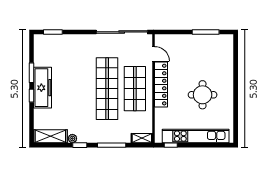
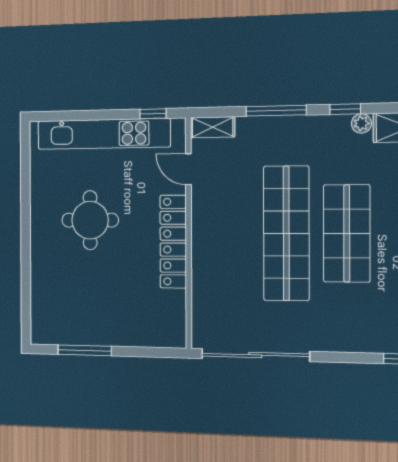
door: (154, 54) -> (188, 169), moved
shop shelf: (135, 89) -> (347, 233), moved

